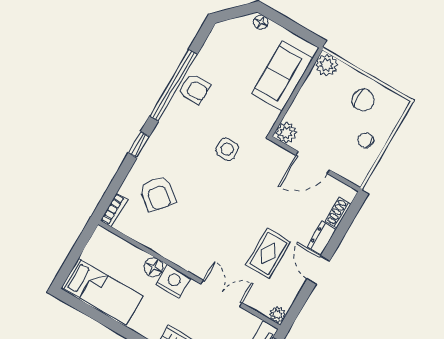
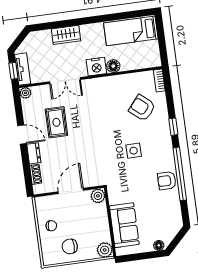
side table: (227, 149) -> (134, 151), moved

